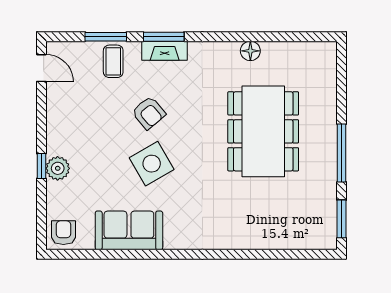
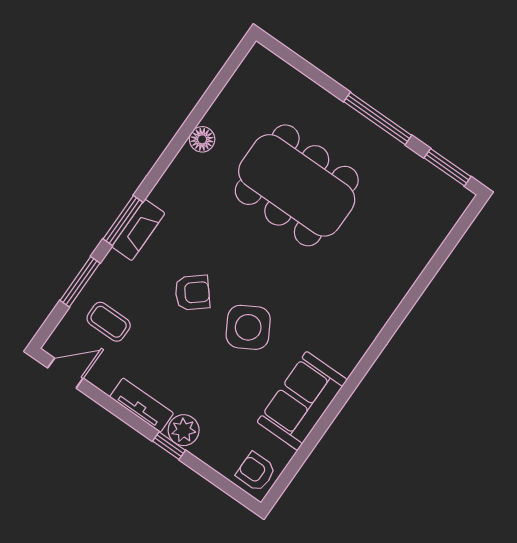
coffee table: (113, 61) -> (109, 322), moved
tv unit: (55, 131) -> (142, 405), added

